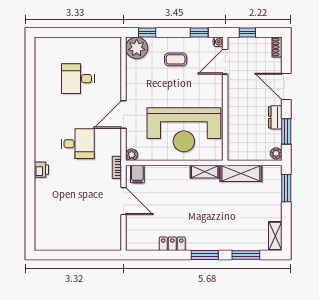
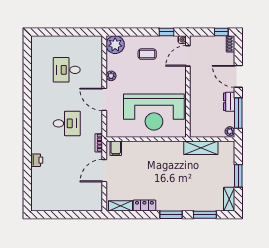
window: (147, 33) -> (124, 32), removed
window: (247, 33) -> (221, 32), moved
door: (123, 115) -> (104, 99), hinge flipped
window: (286, 131) -> (238, 113), width x1.44
plant: (132, 155) -> (111, 76), moved
printer: (41, 170) -> (37, 160), moved
shelving: (205, 172) -> (121, 206), moved
window: (286, 188) -> (238, 176), moved
door: (123, 201) -> (104, 171), swing flipped

